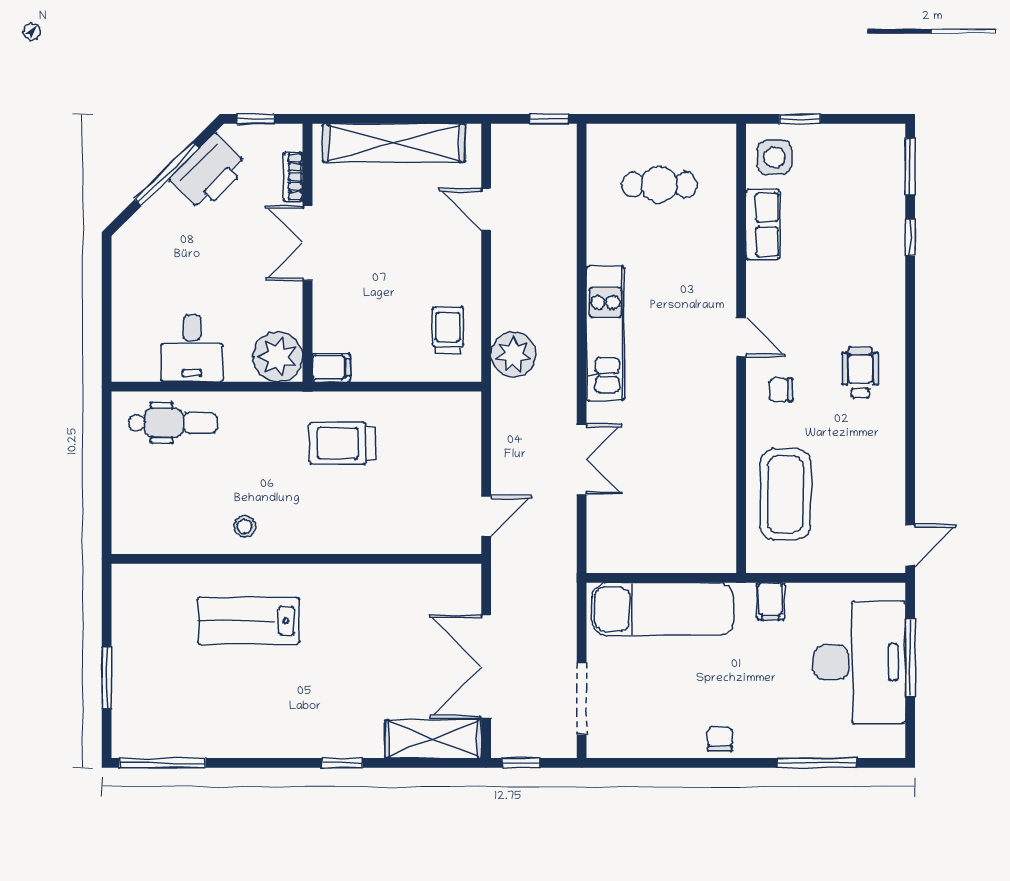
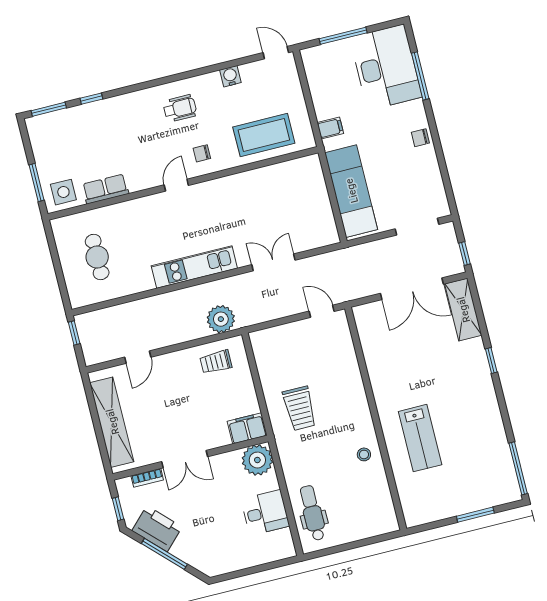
window: (800, 119) -> (37, 182), width x1.50
filing cabinet: (331, 367) -> (247, 428), width x2.00
wheelchair: (860, 373) -> (180, 108), turned 180
chair: (781, 390) -> (202, 153), turned 90
water cooler: (891, 465) -> (230, 76), added
desk: (859, 662) -> (386, 67), moved, turned 90

